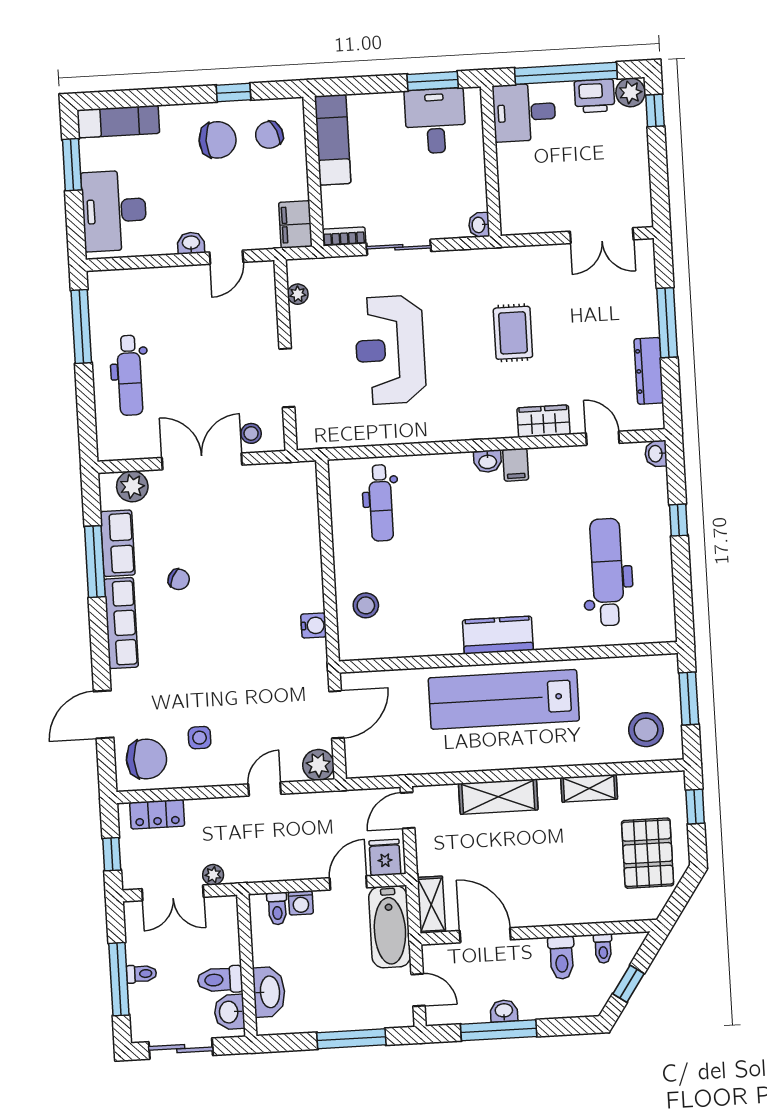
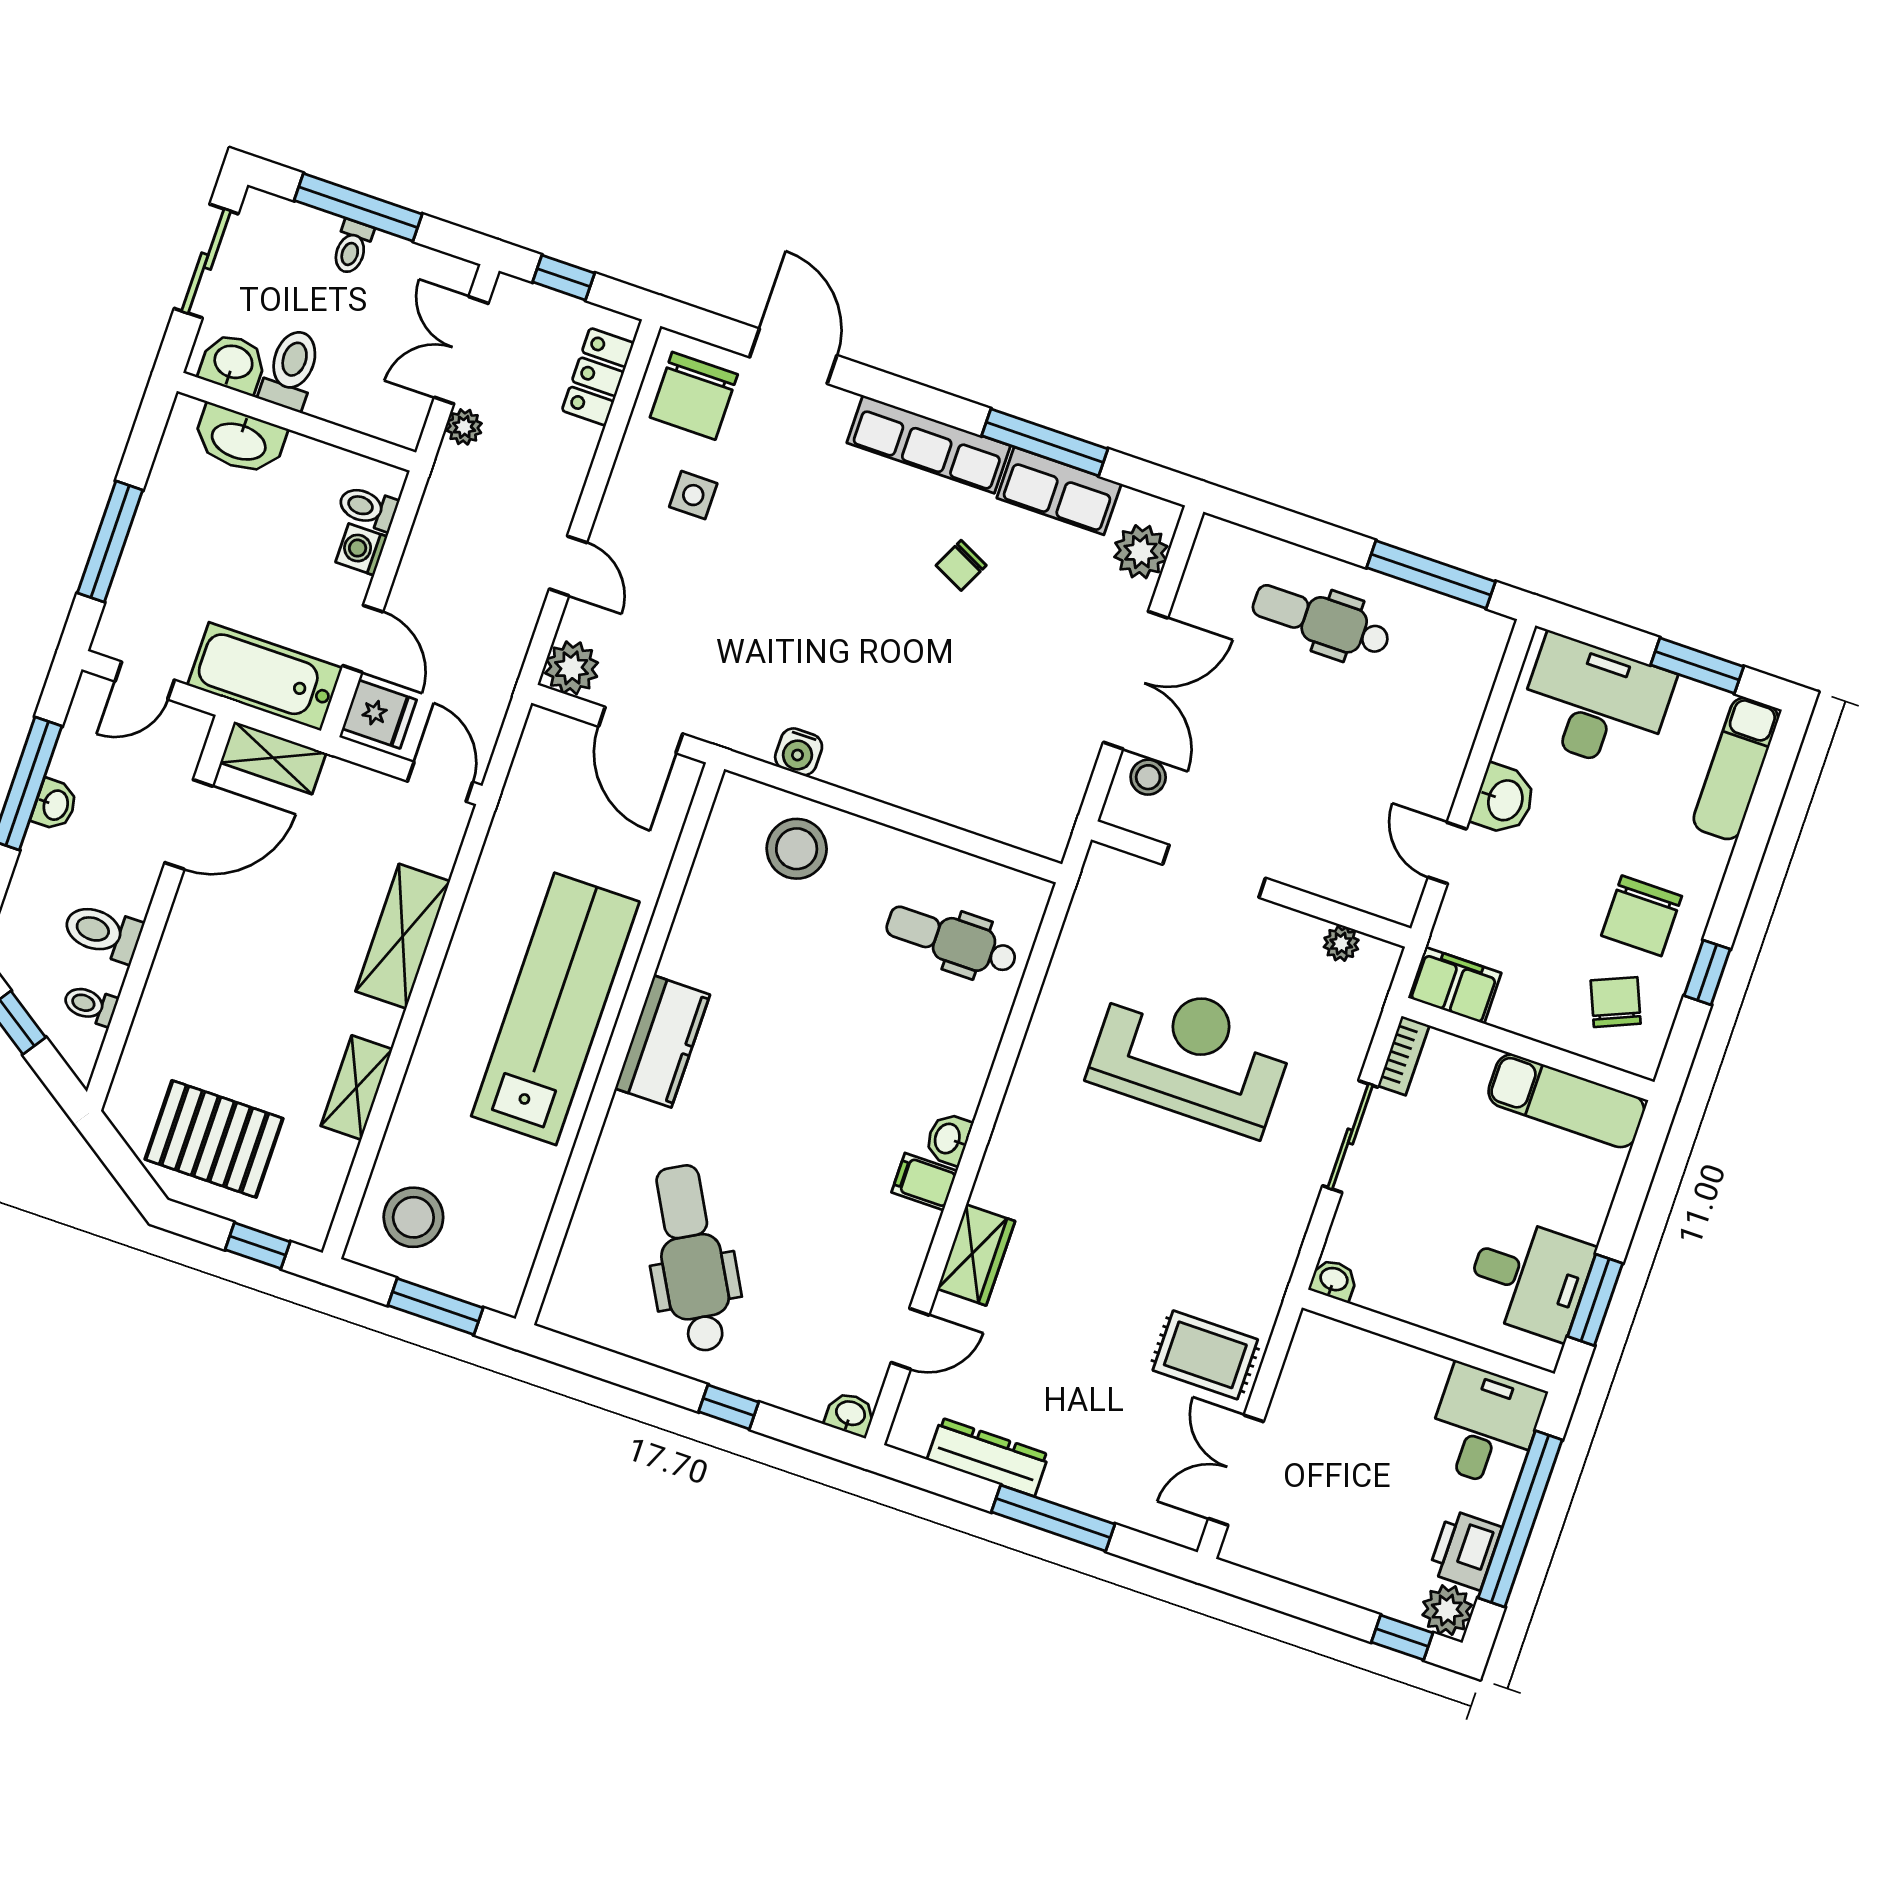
washbasin: (191, 243) -> (1504, 800), width x1.38, depth x1.45
rug: (513, 333) -> (1205, 1355), moved
dental chair: (607, 572) -> (692, 1258), turned -119
stool: (366, 605) -> (797, 849), width x1.38, depth x1.38

